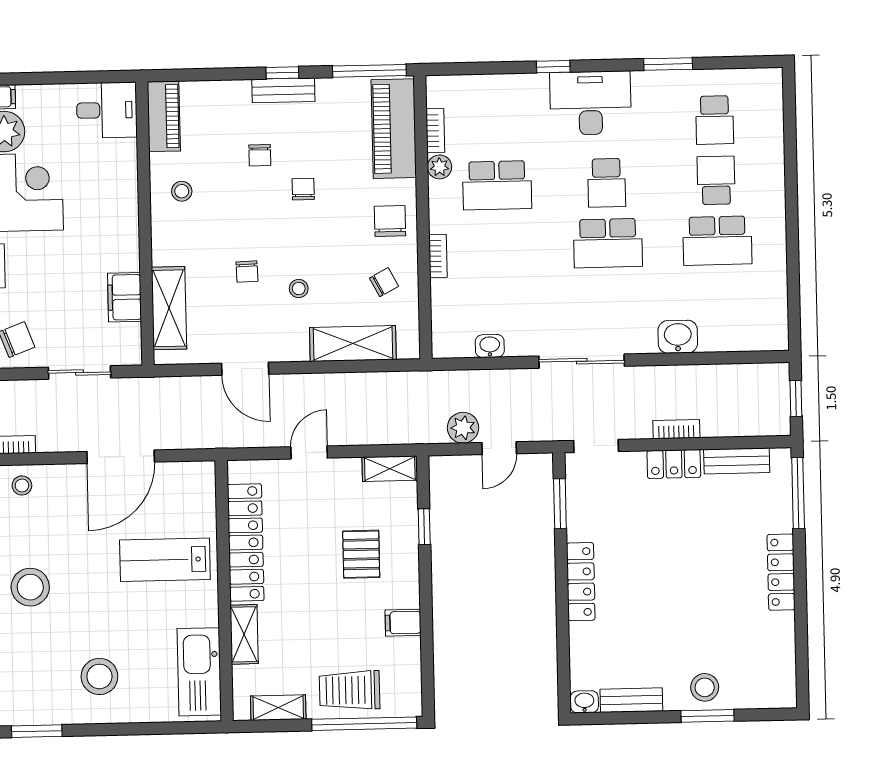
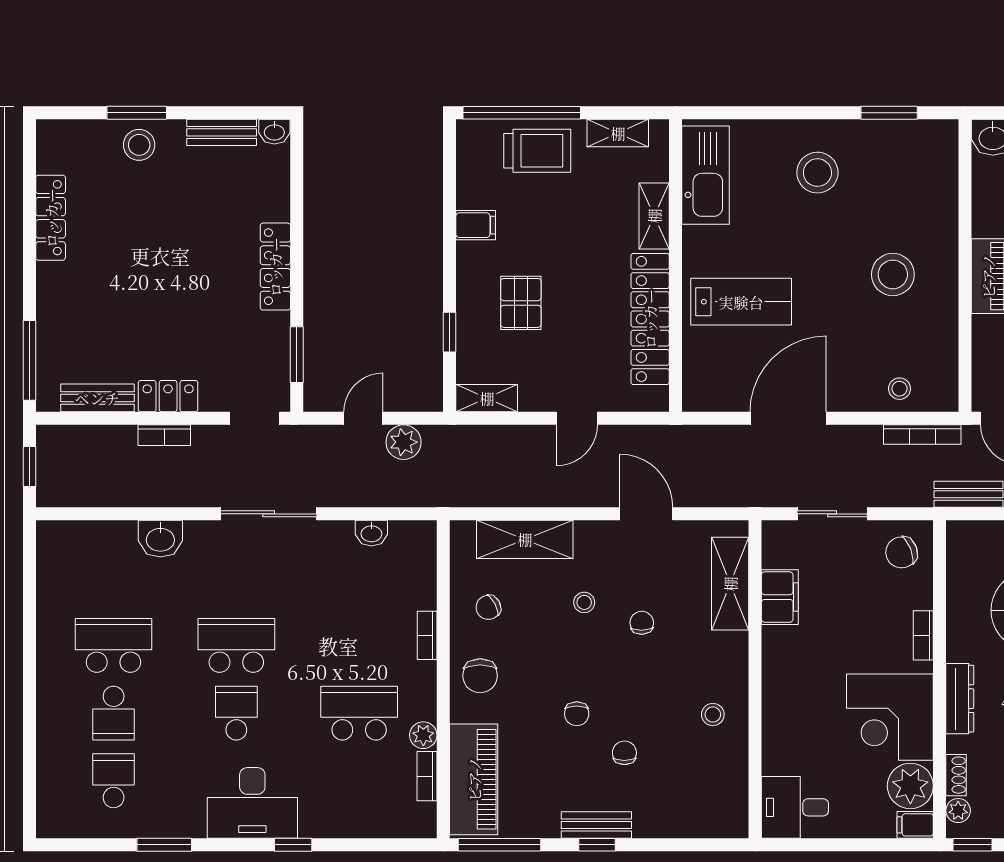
piano: (164, 116) -> (731, 799), removed
locker: (781, 572) -> (51, 218), moved

